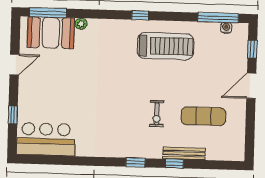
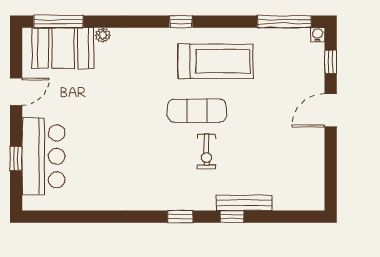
water cooler: (226, 28) -> (318, 35), moved
exercise mat: (203, 116) -> (197, 111), moved
bar counter: (46, 139) -> (43, 156), moved, turned 90

